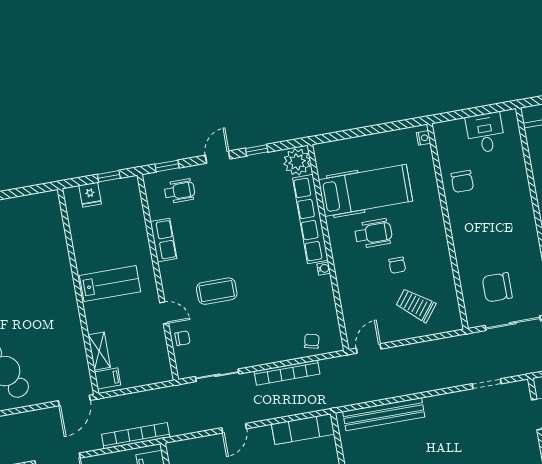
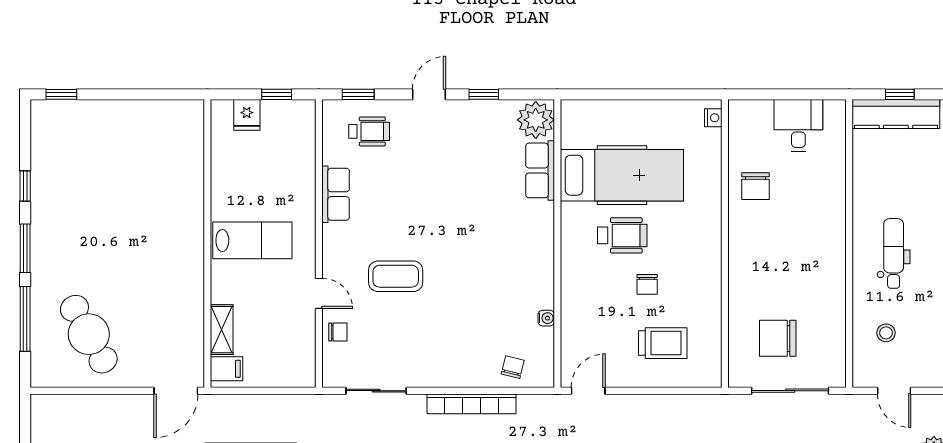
row of seats: (310, 219) -> (540, 170), width x0.50
water cooler: (324, 269) -> (546, 318), moved
trolley: (416, 305) -> (663, 343), turned 142

